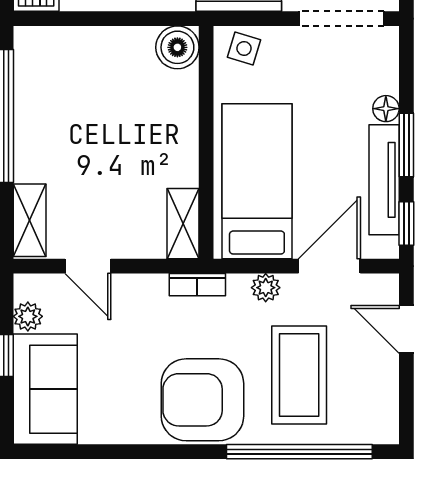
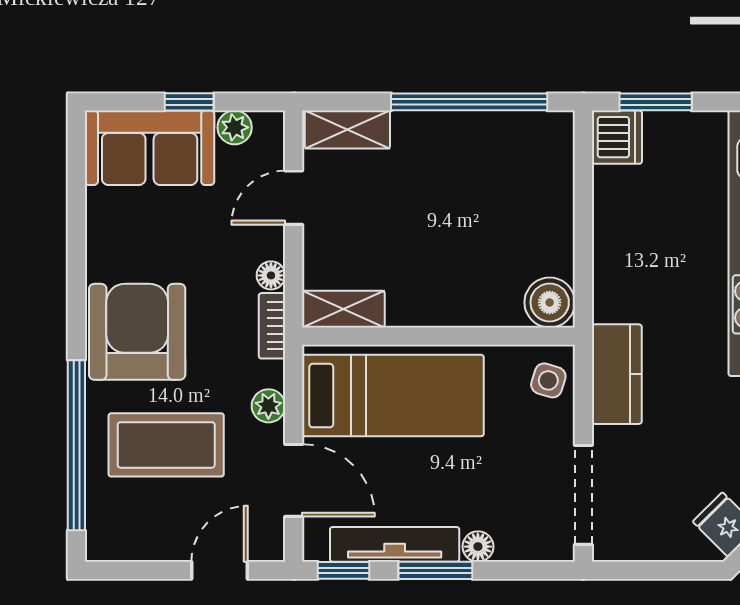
floor lamp: (154, 285) -> (271, 275), added

